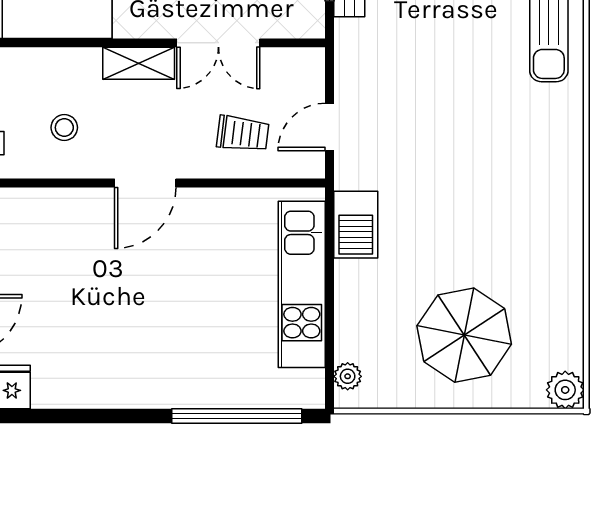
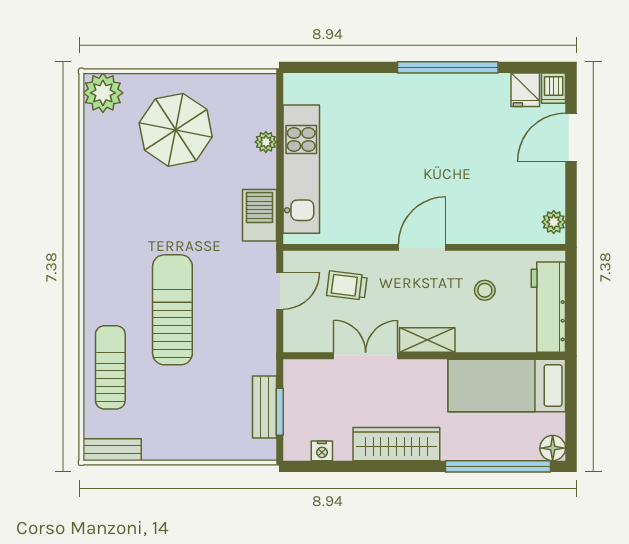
sun lounger: (468, 102) -> (172, 310), added
plant: (348, 376) -> (266, 142), moved
plant: (565, 390) -> (103, 93), width x1.36, depth x1.36
window: (237, 416) -> (448, 67), moved

